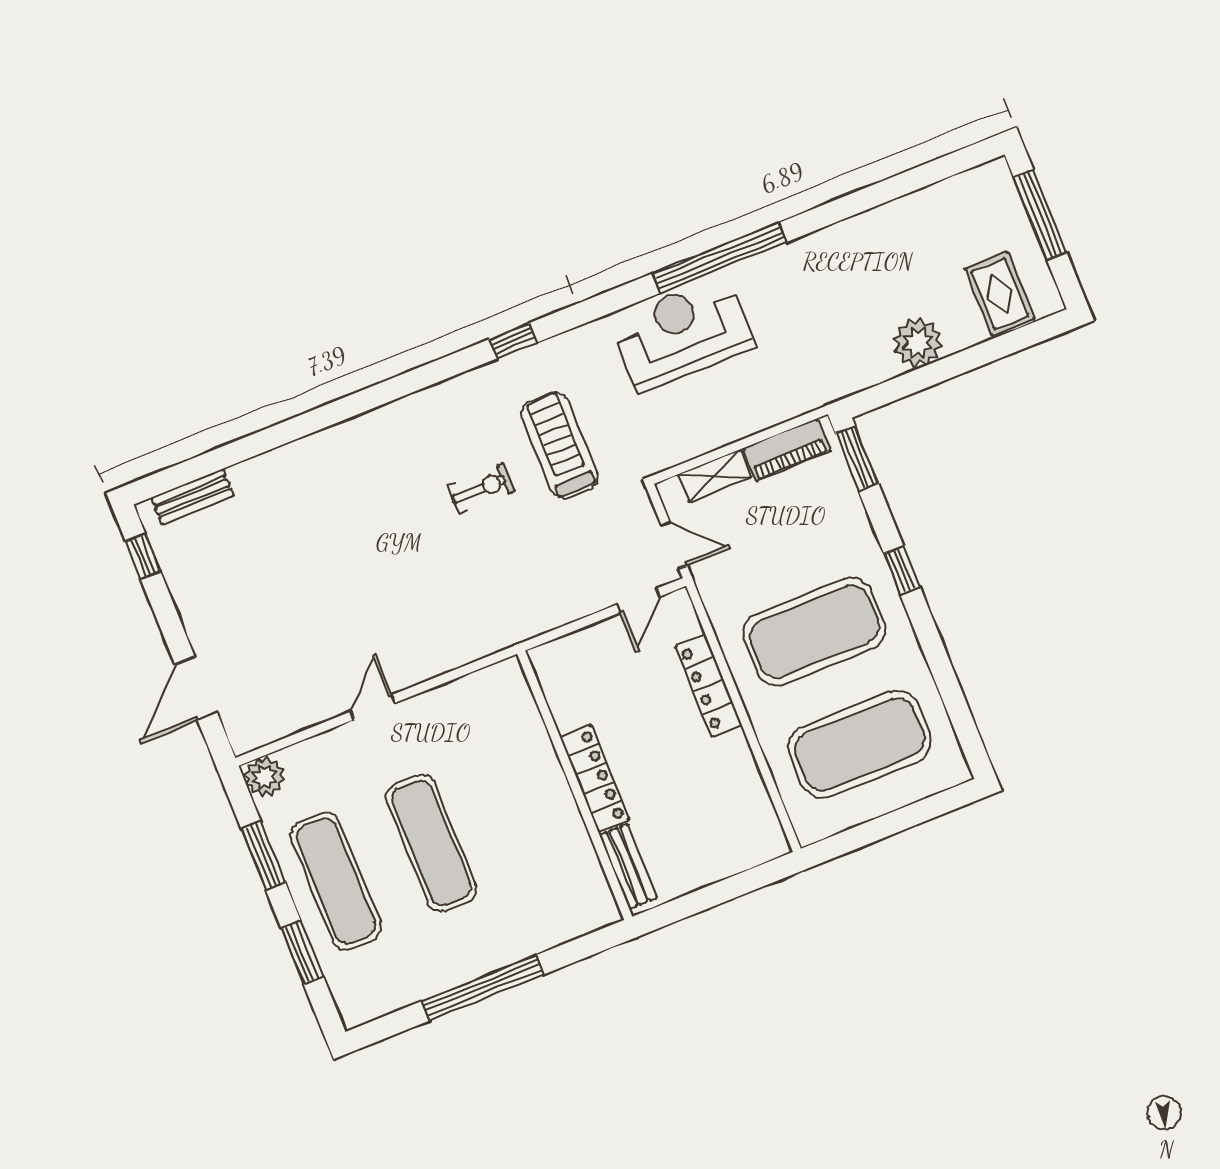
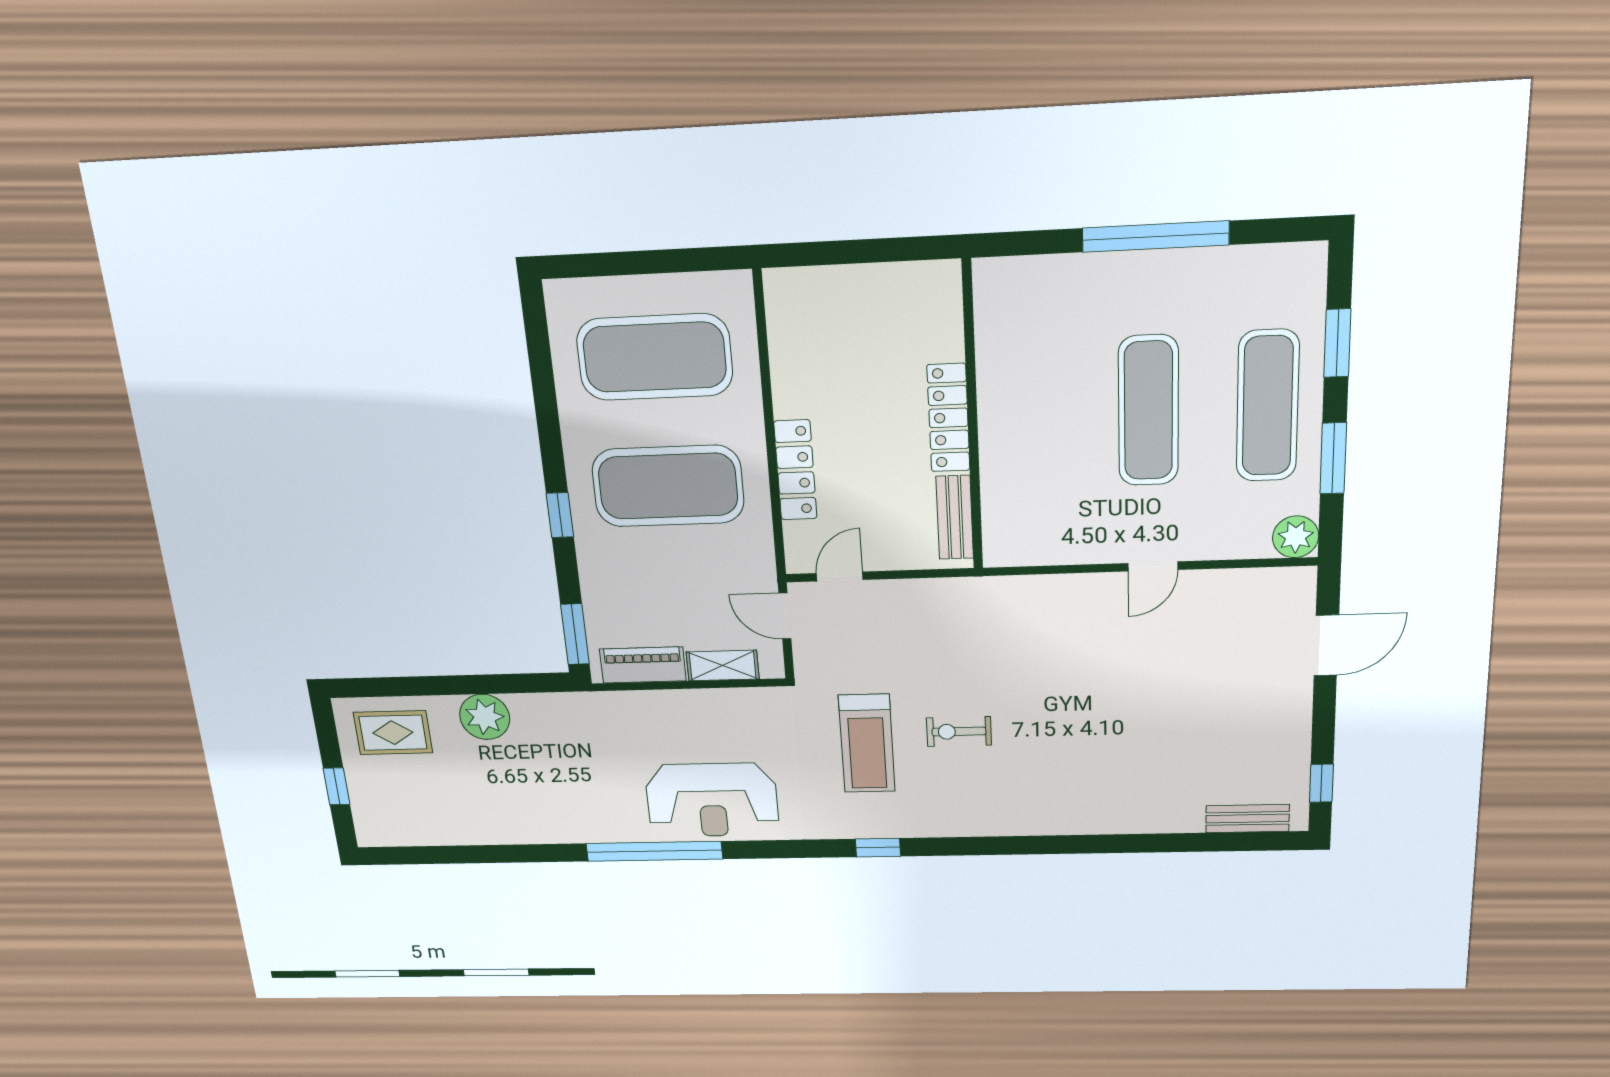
window: (1040, 215) -> (337, 786), width x0.46
rug: (1000, 294) -> (393, 733), turned 90
bench: (628, 866) -> (955, 517), moved

